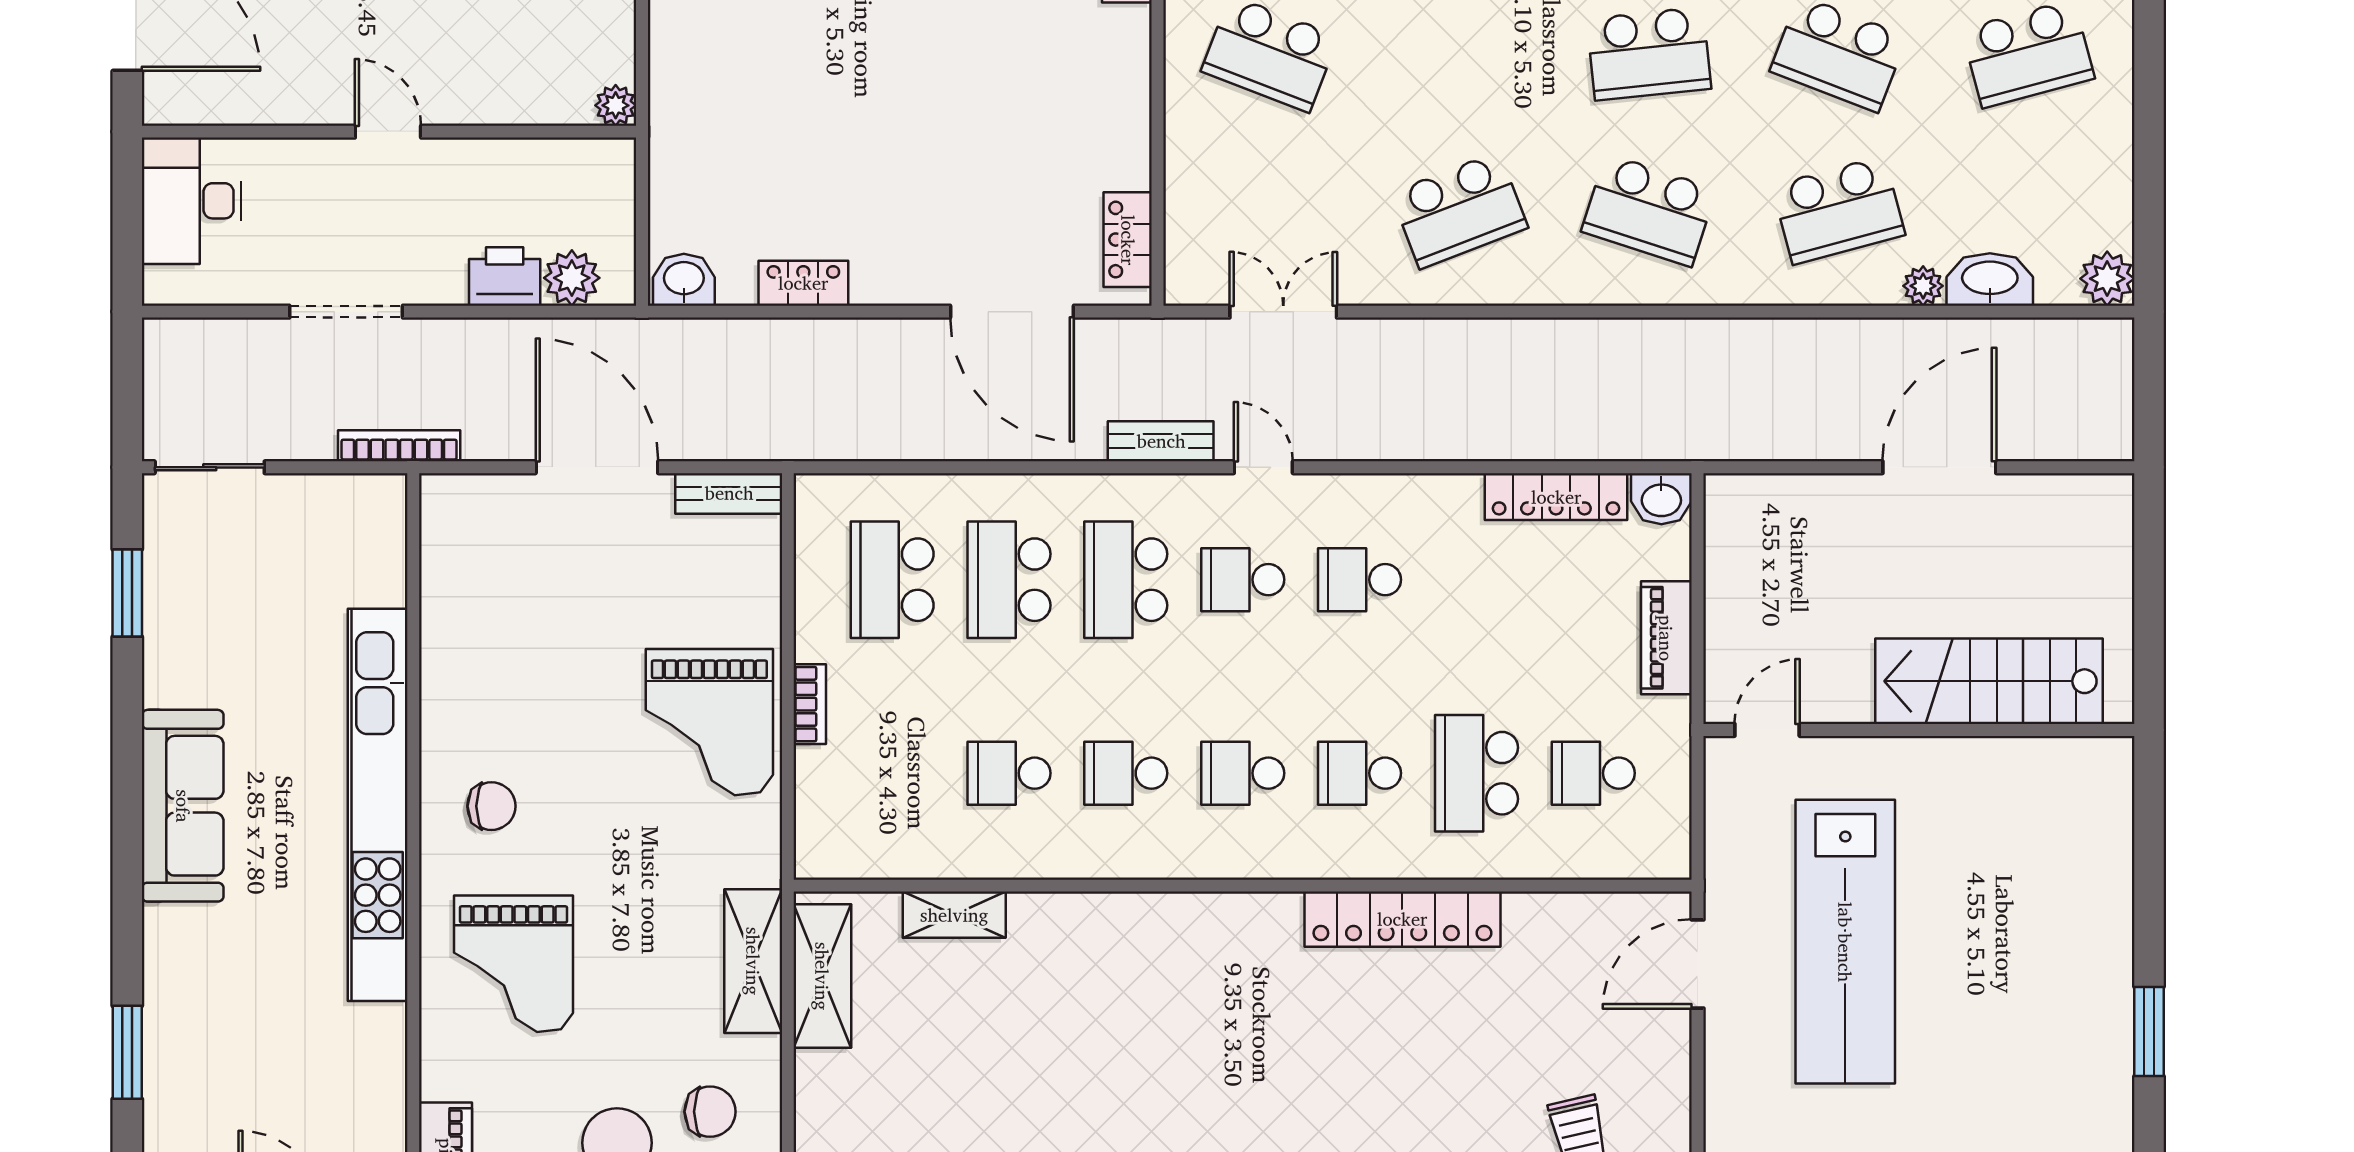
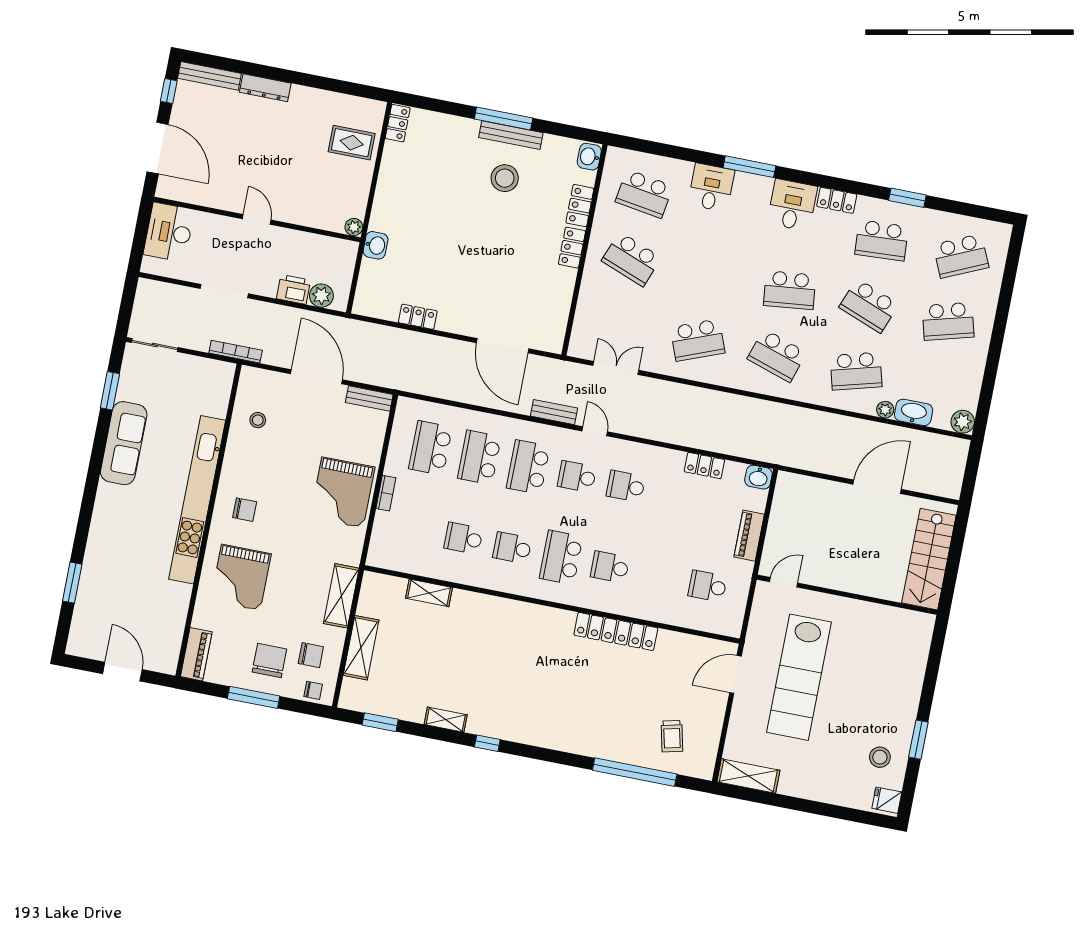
locker: (1128, 240) -> (572, 248), moved
washbasin: (684, 280) -> (376, 245), moved, turned 90
locker: (1556, 497) -> (704, 466), width x0.66
stool: (481, 594) -> (258, 420), added
stairs: (1989, 681) -> (929, 559), moved, turned -90
school desk: (1243, 773) -> (561, 557), width x1.85
school desk: (1476, 773) -> (659, 577), removed
sofa: (183, 806) -> (124, 443), moved
shelving: (822, 976) -> (361, 648), moved
stool: (2068, 1089) -> (880, 757), added

